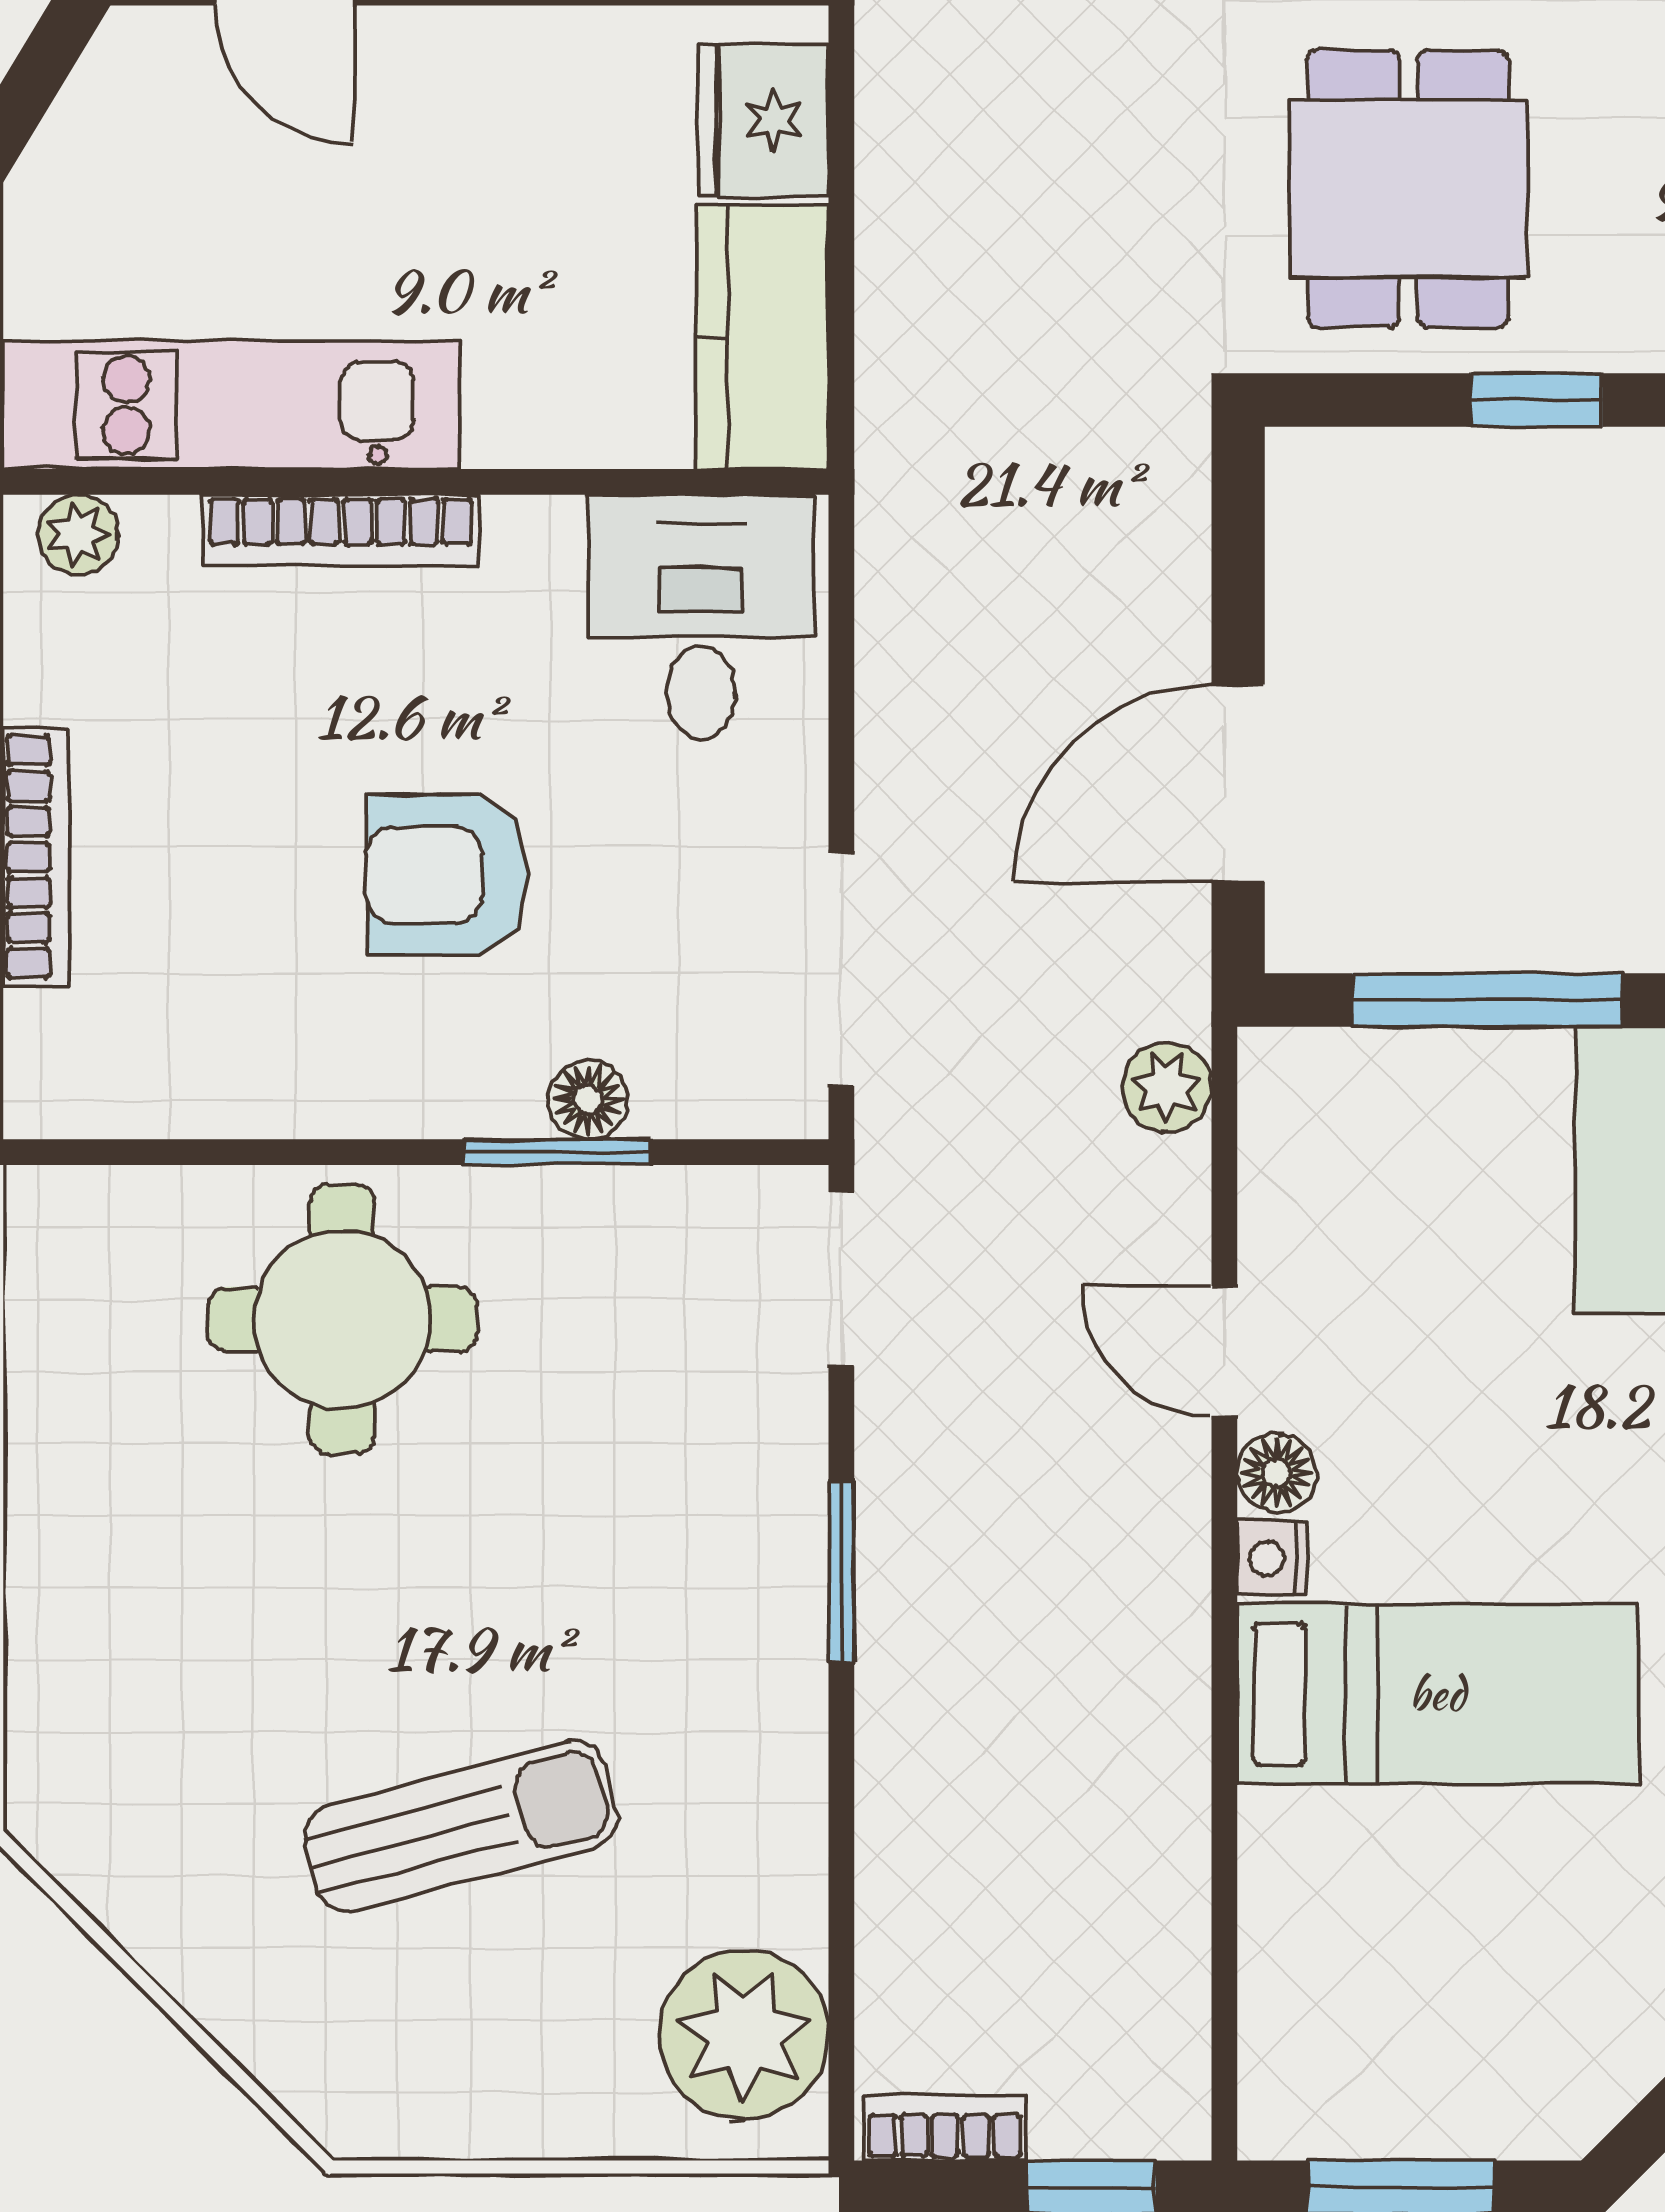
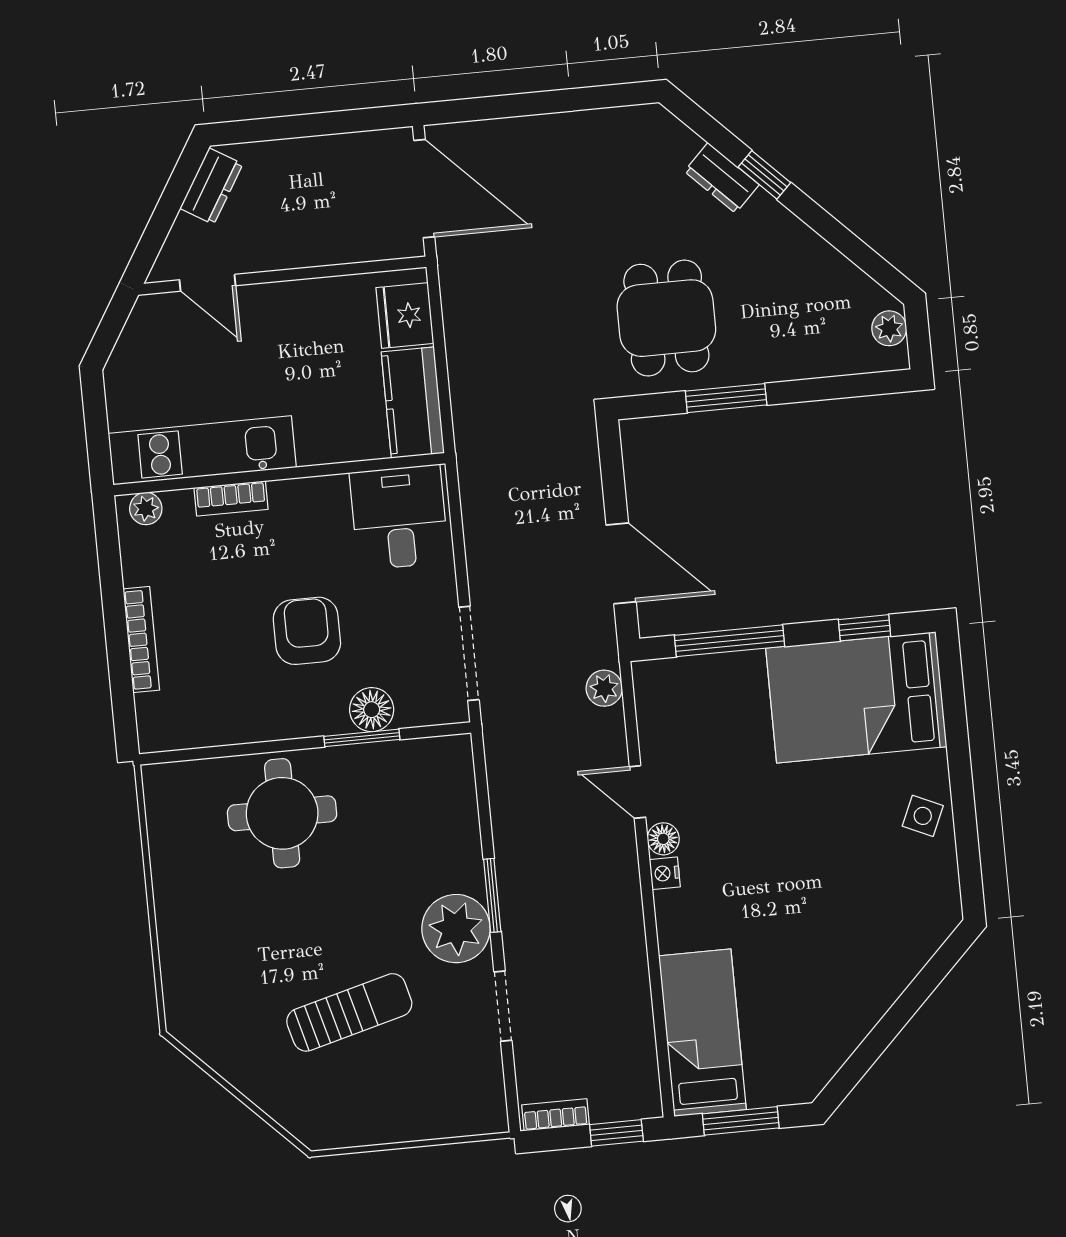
window: (1536, 400) -> (726, 398), width x1.50
bookcase: (341, 530) -> (231, 498), width x0.64
door: (1238, 783) -> (621, 563), swing flipped
armchair: (447, 875) -> (307, 631), turned 90
floor lamp: (588, 1100) -> (372, 710), width x1.37, depth x1.37
doorway: (841, 1279) -> (503, 1006), moved
bed: (1437, 1694) -> (702, 1033), moved, turned -90
plant: (744, 2035) -> (456, 929), moved

